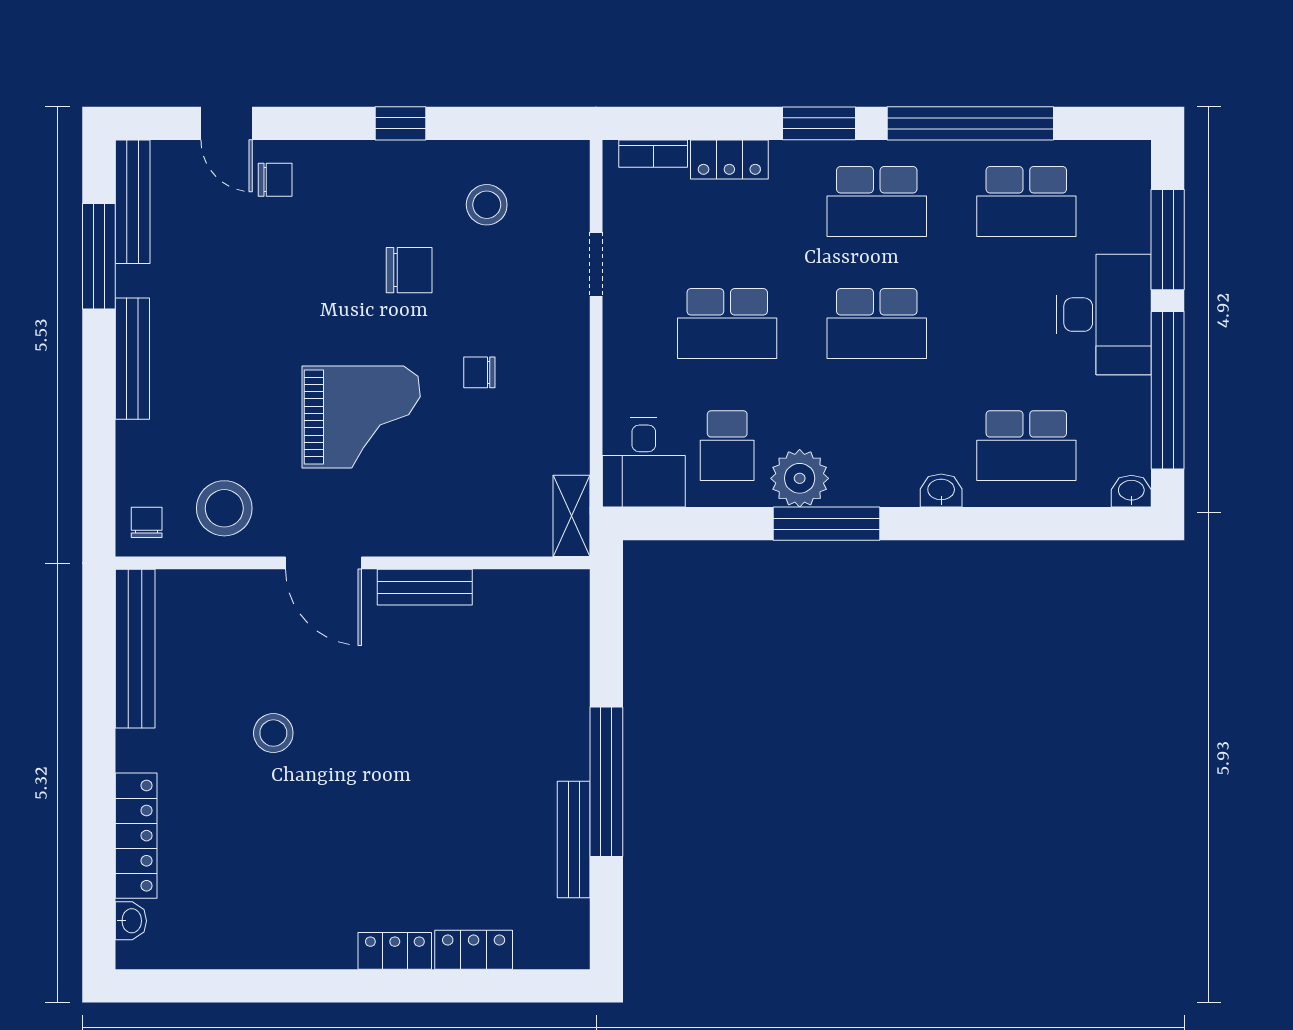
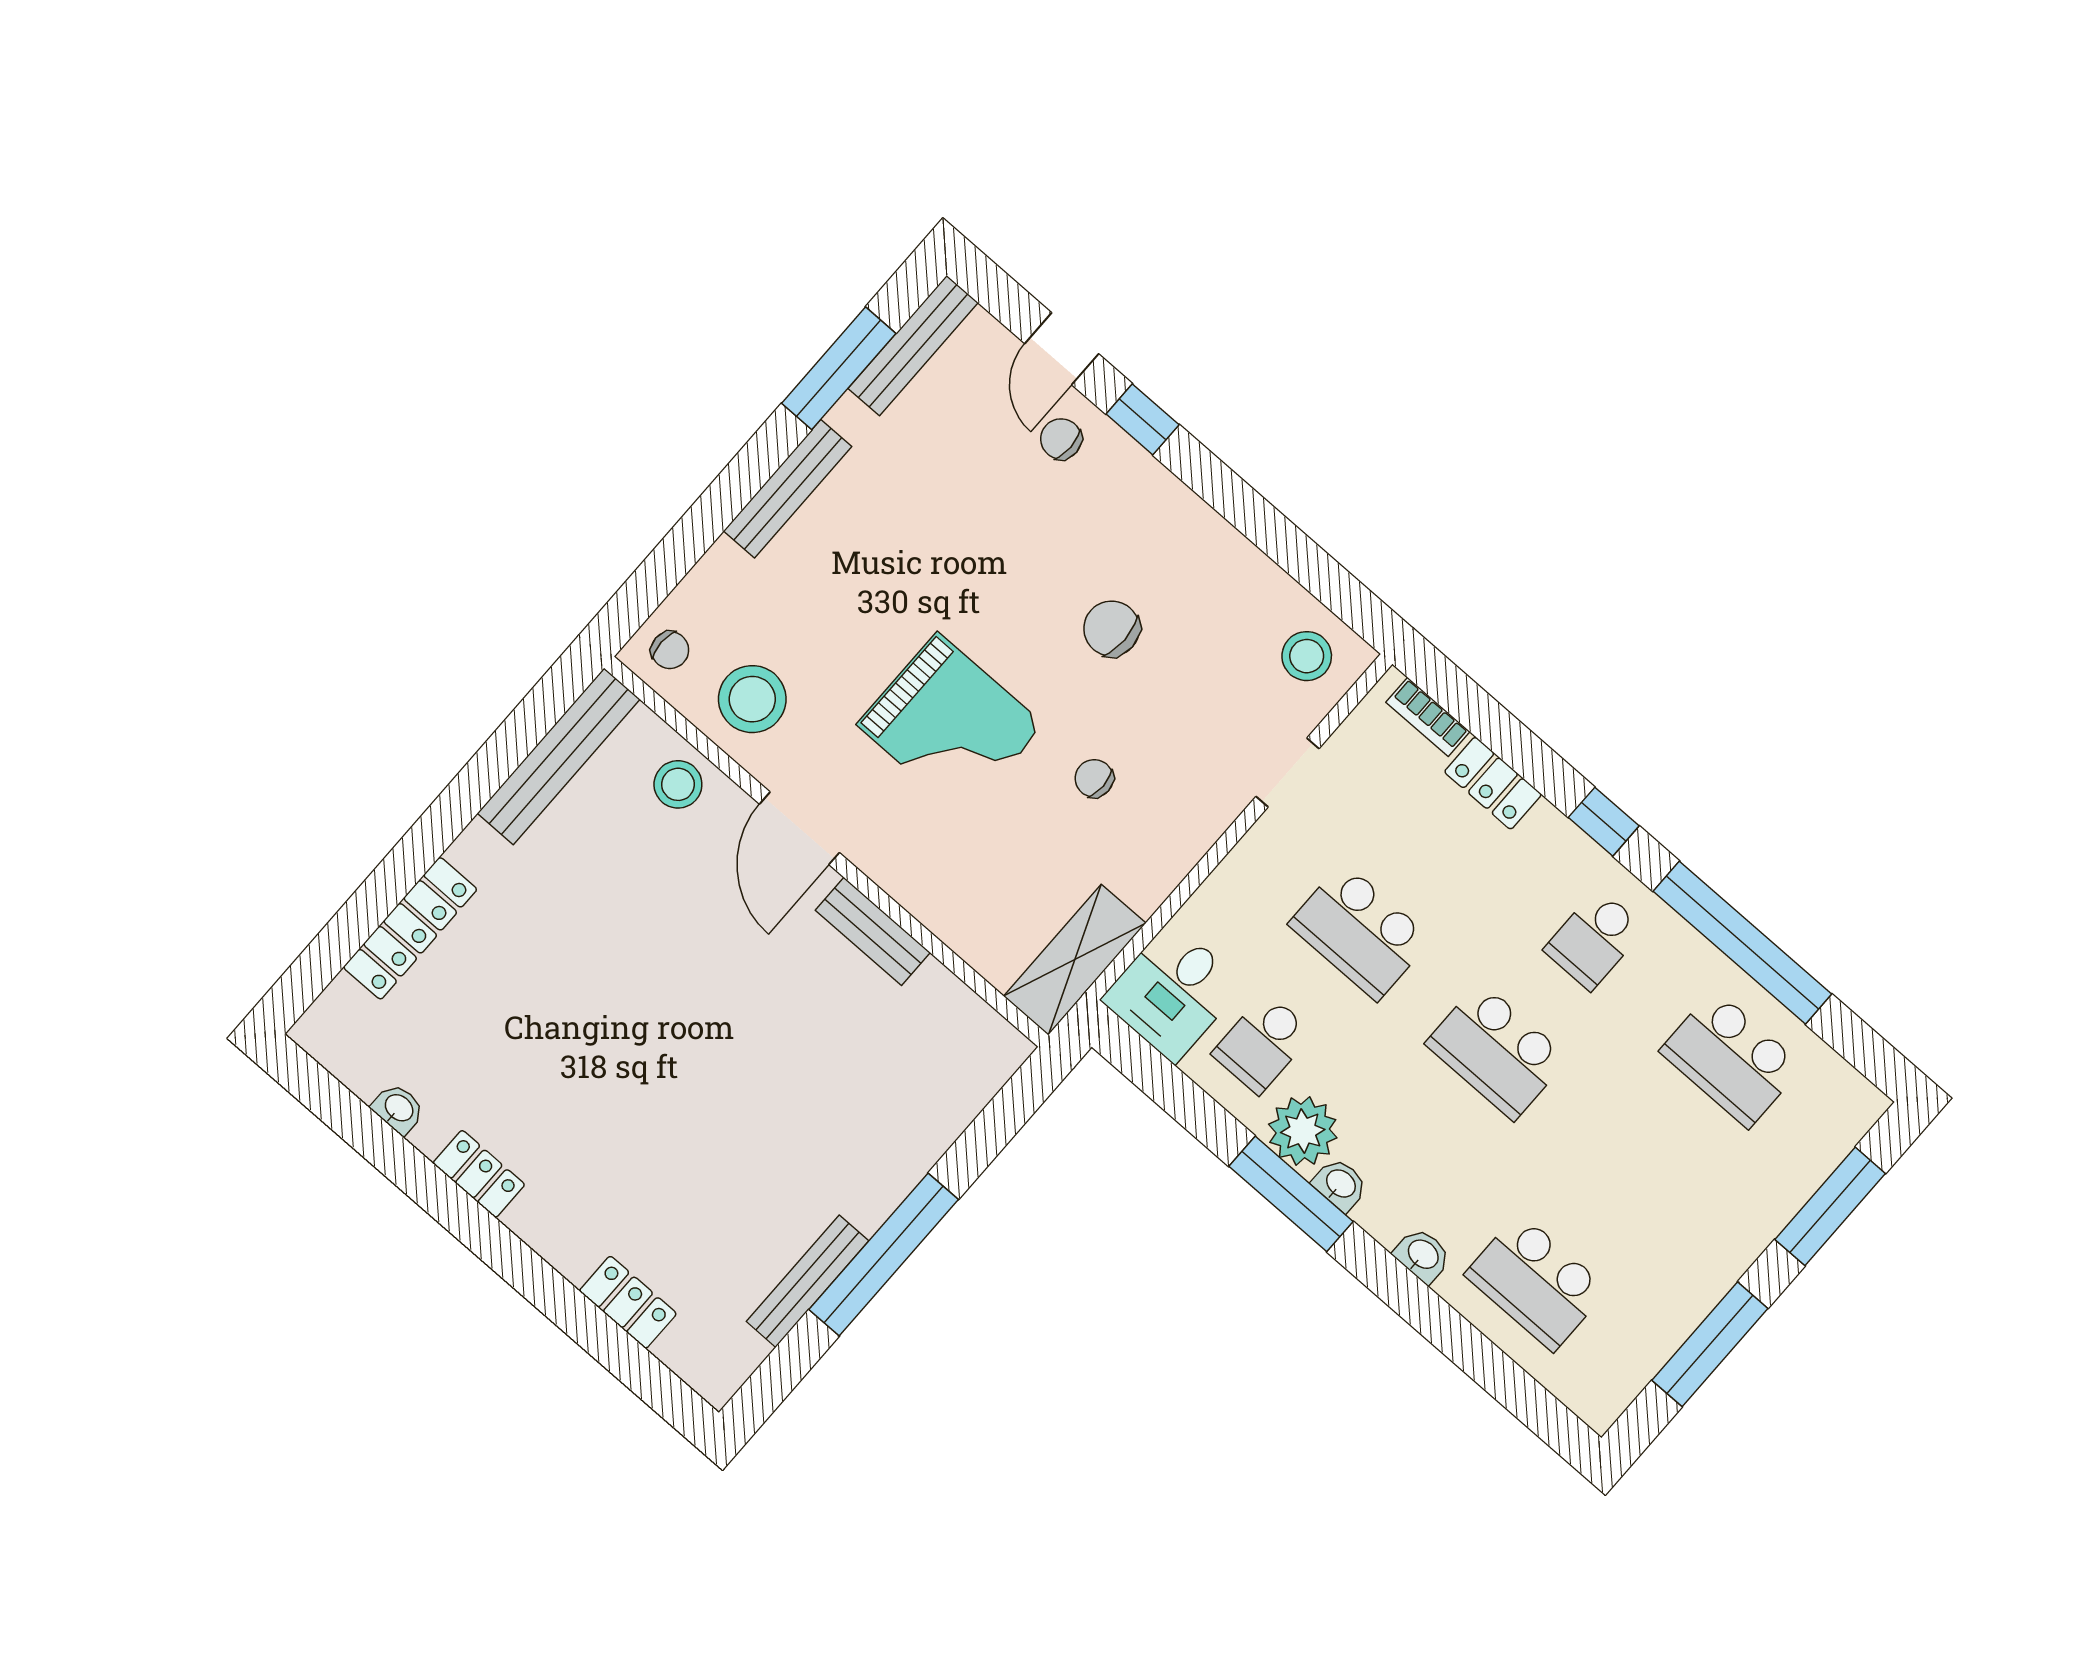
window: (401, 123) -> (1143, 419), moved
window: (819, 123) -> (1604, 822), width x0.67
chair: (275, 180) -> (1061, 439), turned 180
school desk: (877, 202) -> (1594, 939), width x0.54
stool: (487, 205) -> (1307, 656), moved
chair: (409, 270) -> (1112, 629), turned 180
desk: (1104, 315) -> (1712, 1224), removed
window: (1168, 390) -> (1710, 1344), width x0.68
washbasin: (1131, 491) -> (1340, 1184), moved
shelving: (572, 516) -> (1075, 960), width x1.50, depth x1.33
chair: (147, 522) -> (670, 650), turned 90
stool: (273, 733) -> (678, 784), moved
washbasin: (131, 921) -> (398, 1109), moved, turned -90
locker: (395, 951) -> (479, 1174), moved

